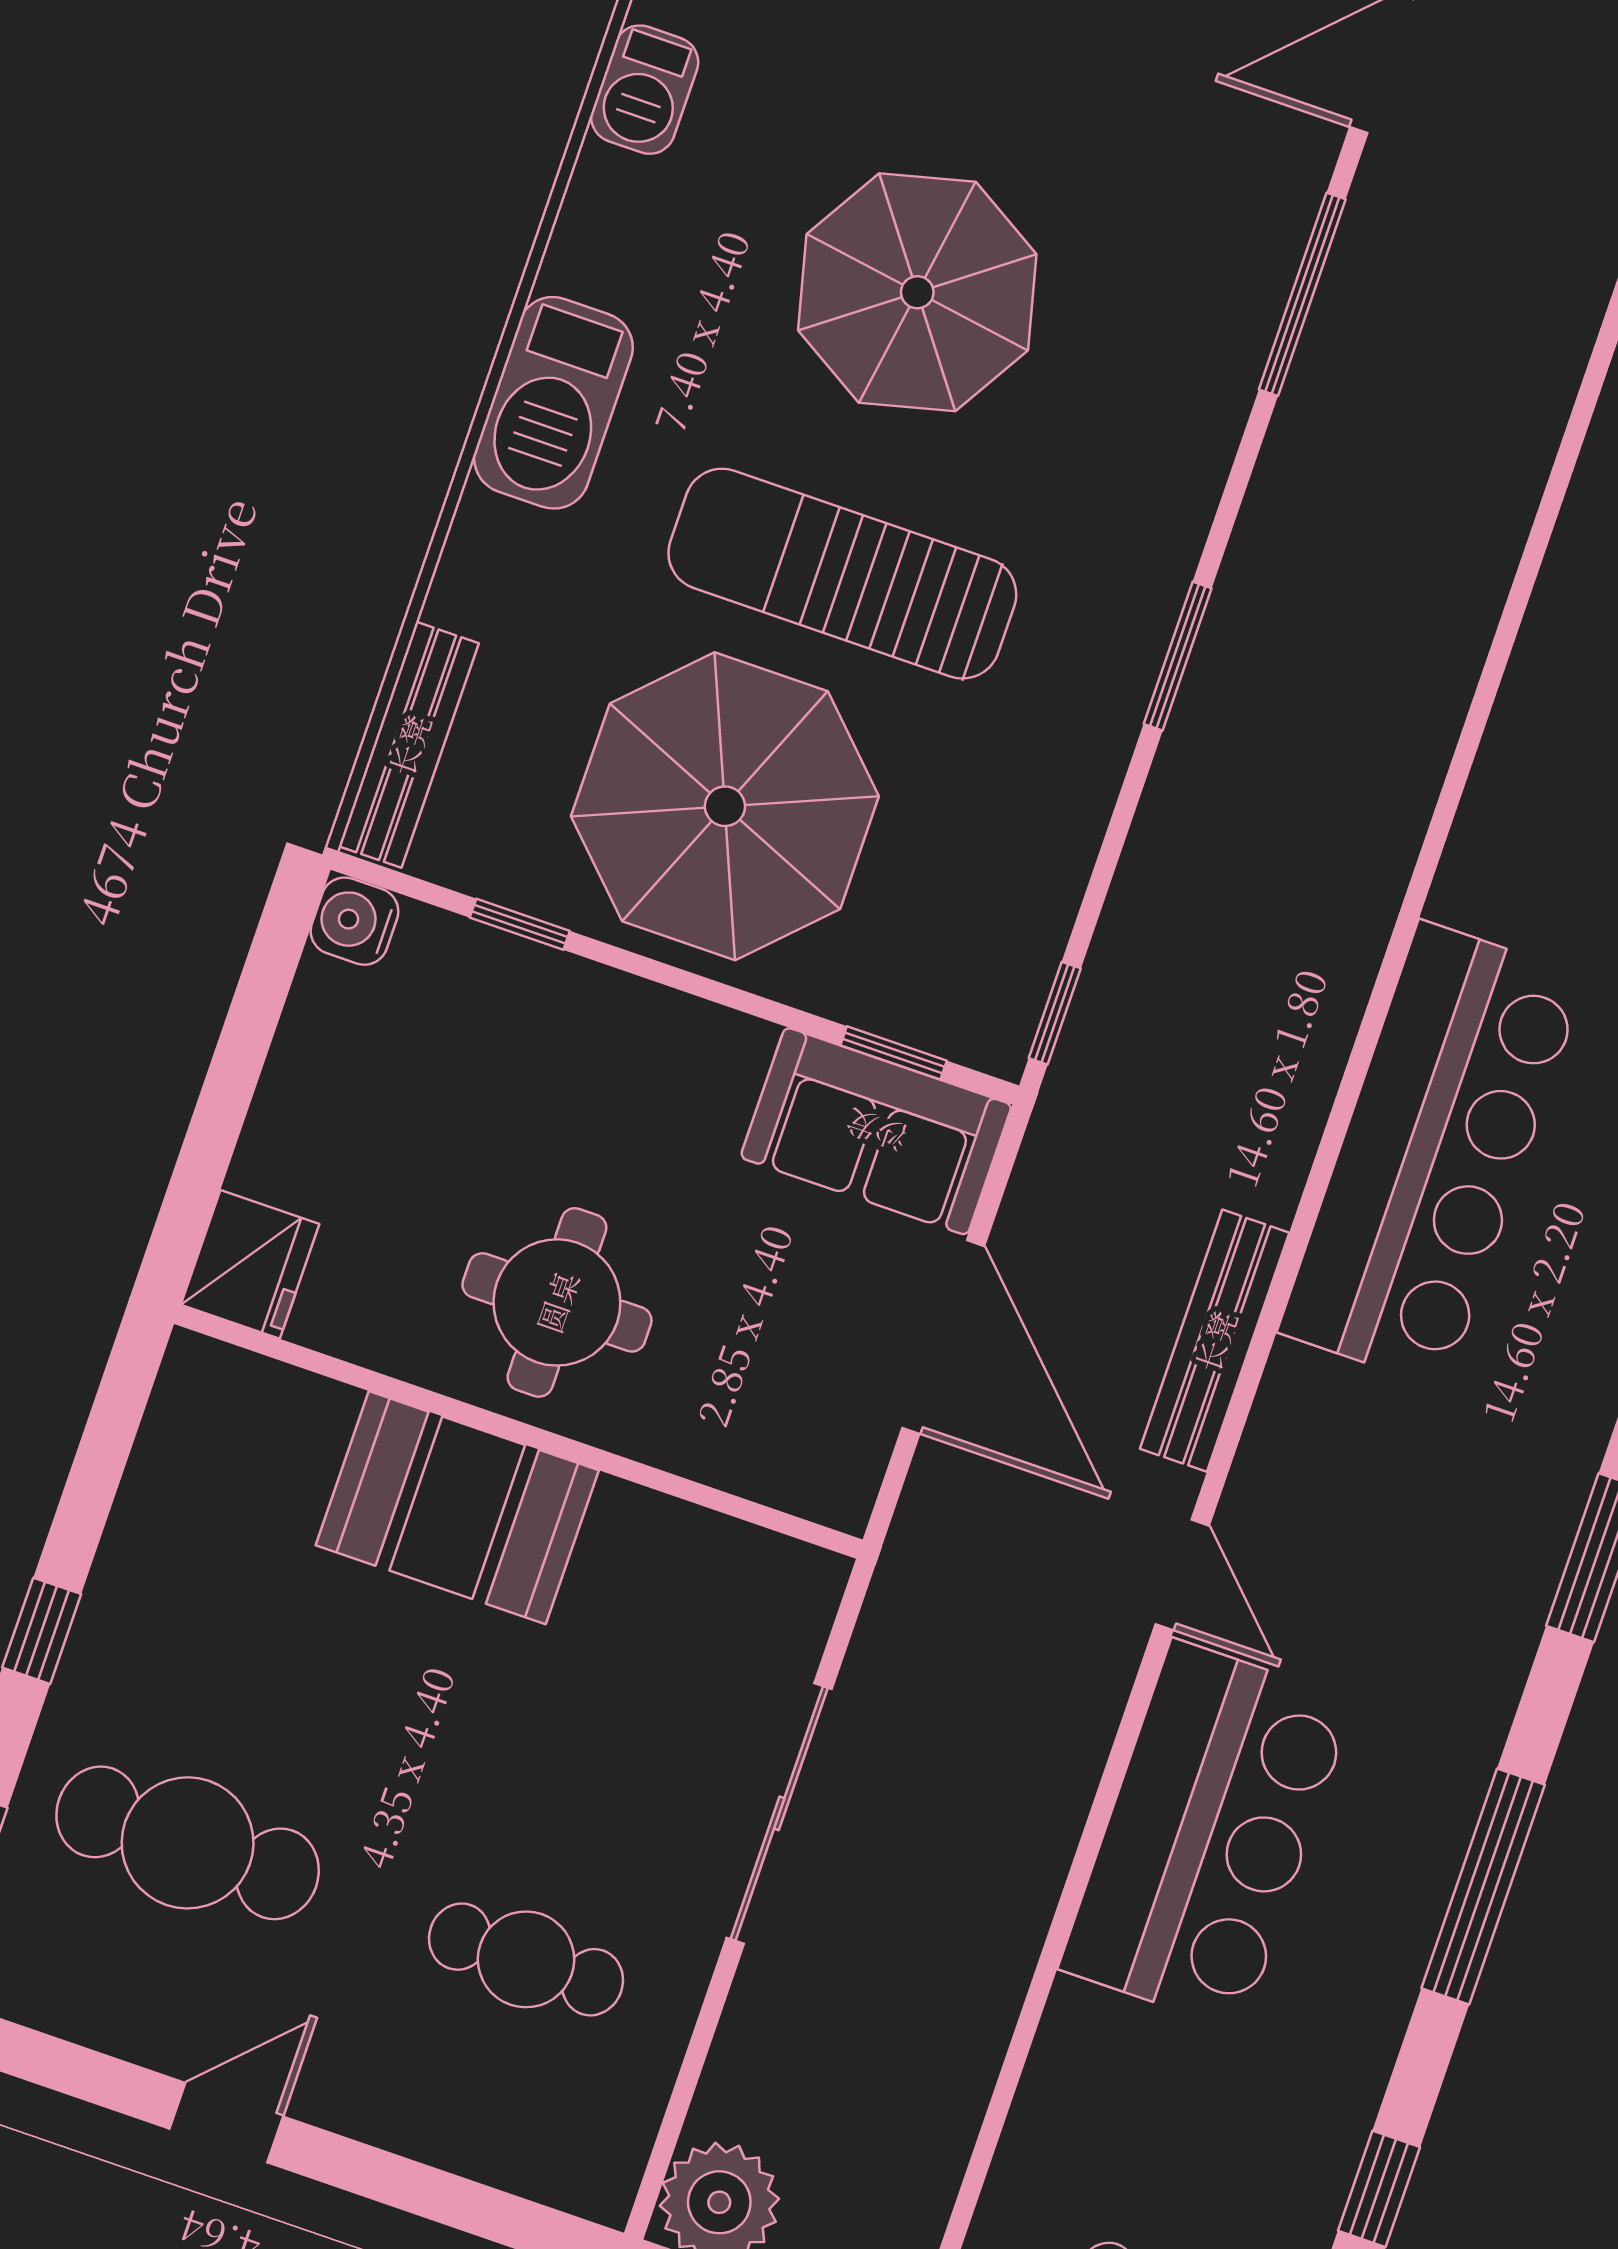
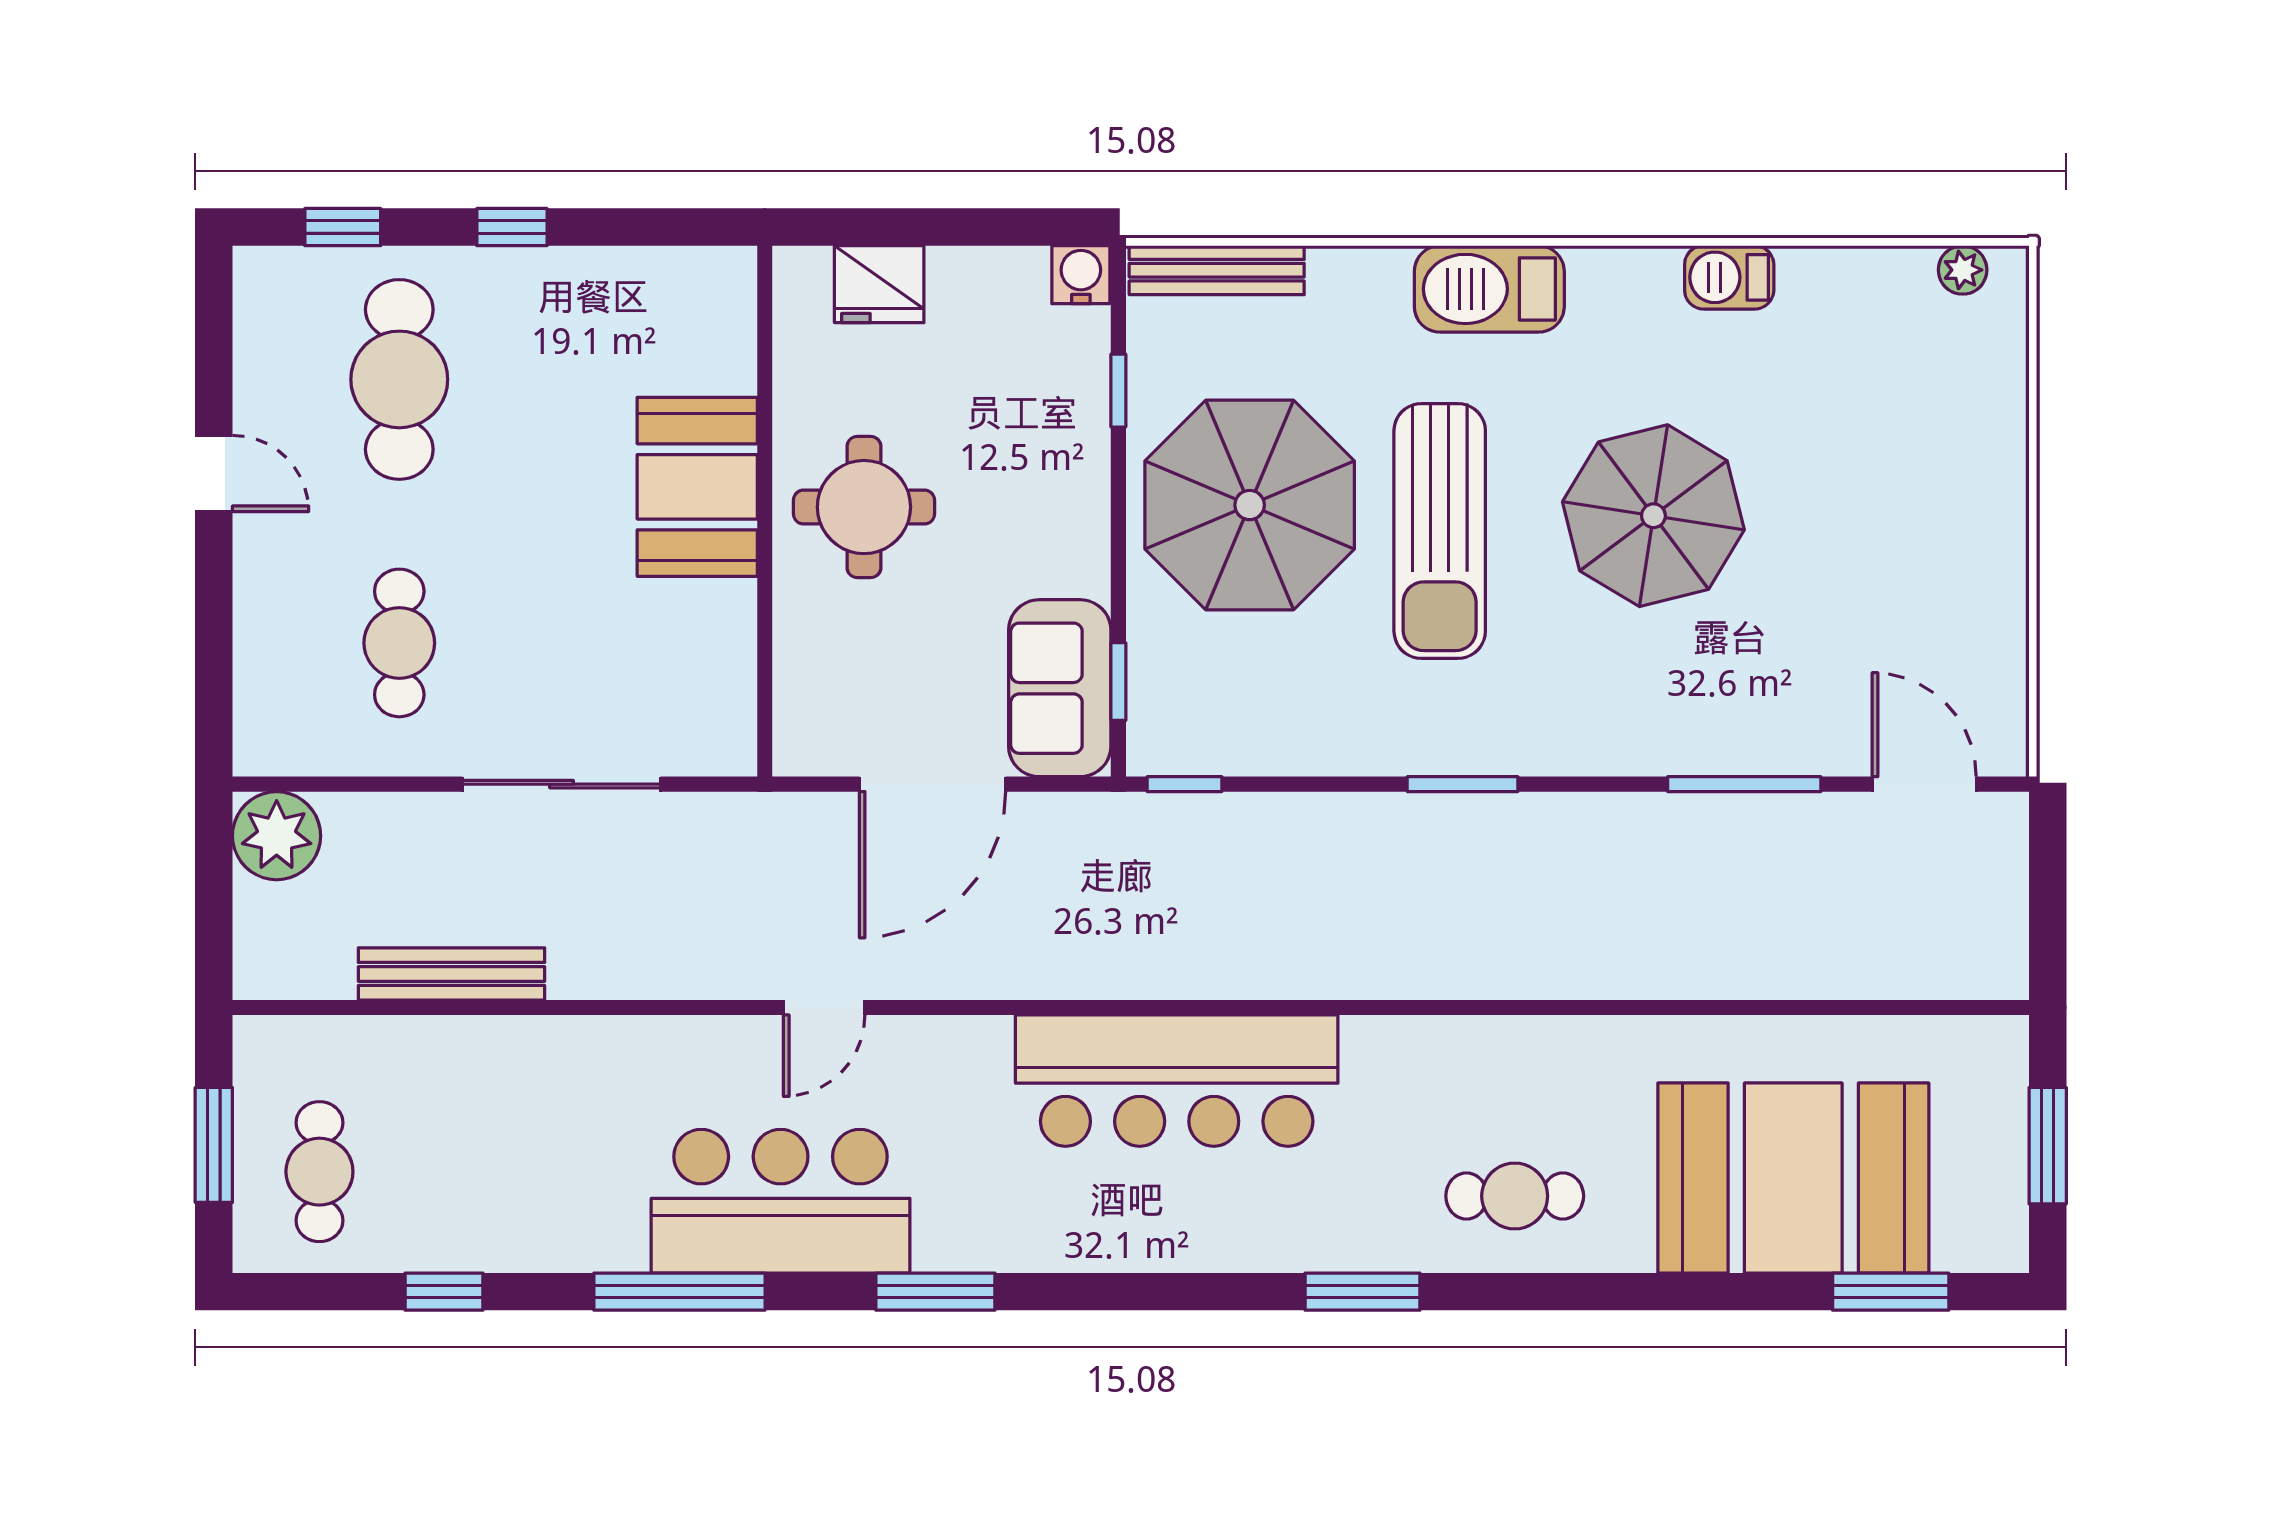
sun lounger: (842, 574) -> (1440, 531), turned 180
fridge: (250, 1264) -> (879, 284), moved
bench: (1215, 1341) -> (452, 974), moved
bar counter: (1207, 1835) -> (781, 1201), moved, turned 180

